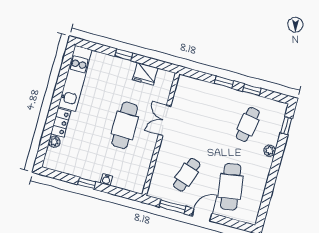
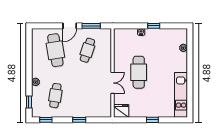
fridge: (145, 74) -> (121, 111), moved
window: (252, 90) -> (46, 120), moved
locker: (61, 123) -> (183, 62), removed

